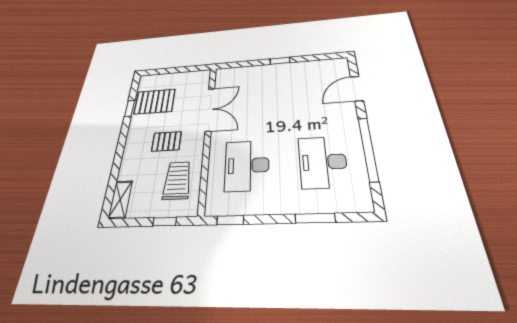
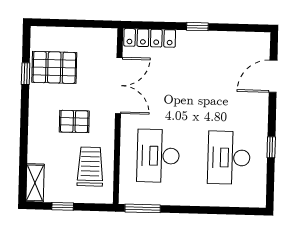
locker: (238, 73) -> (150, 38), added
window: (368, 149) -> (271, 147), width x0.32
window: (315, 218) -> (216, 210), removed
window: (230, 220) -> (143, 208), width x1.50
window: (165, 222) -> (63, 206), moved

